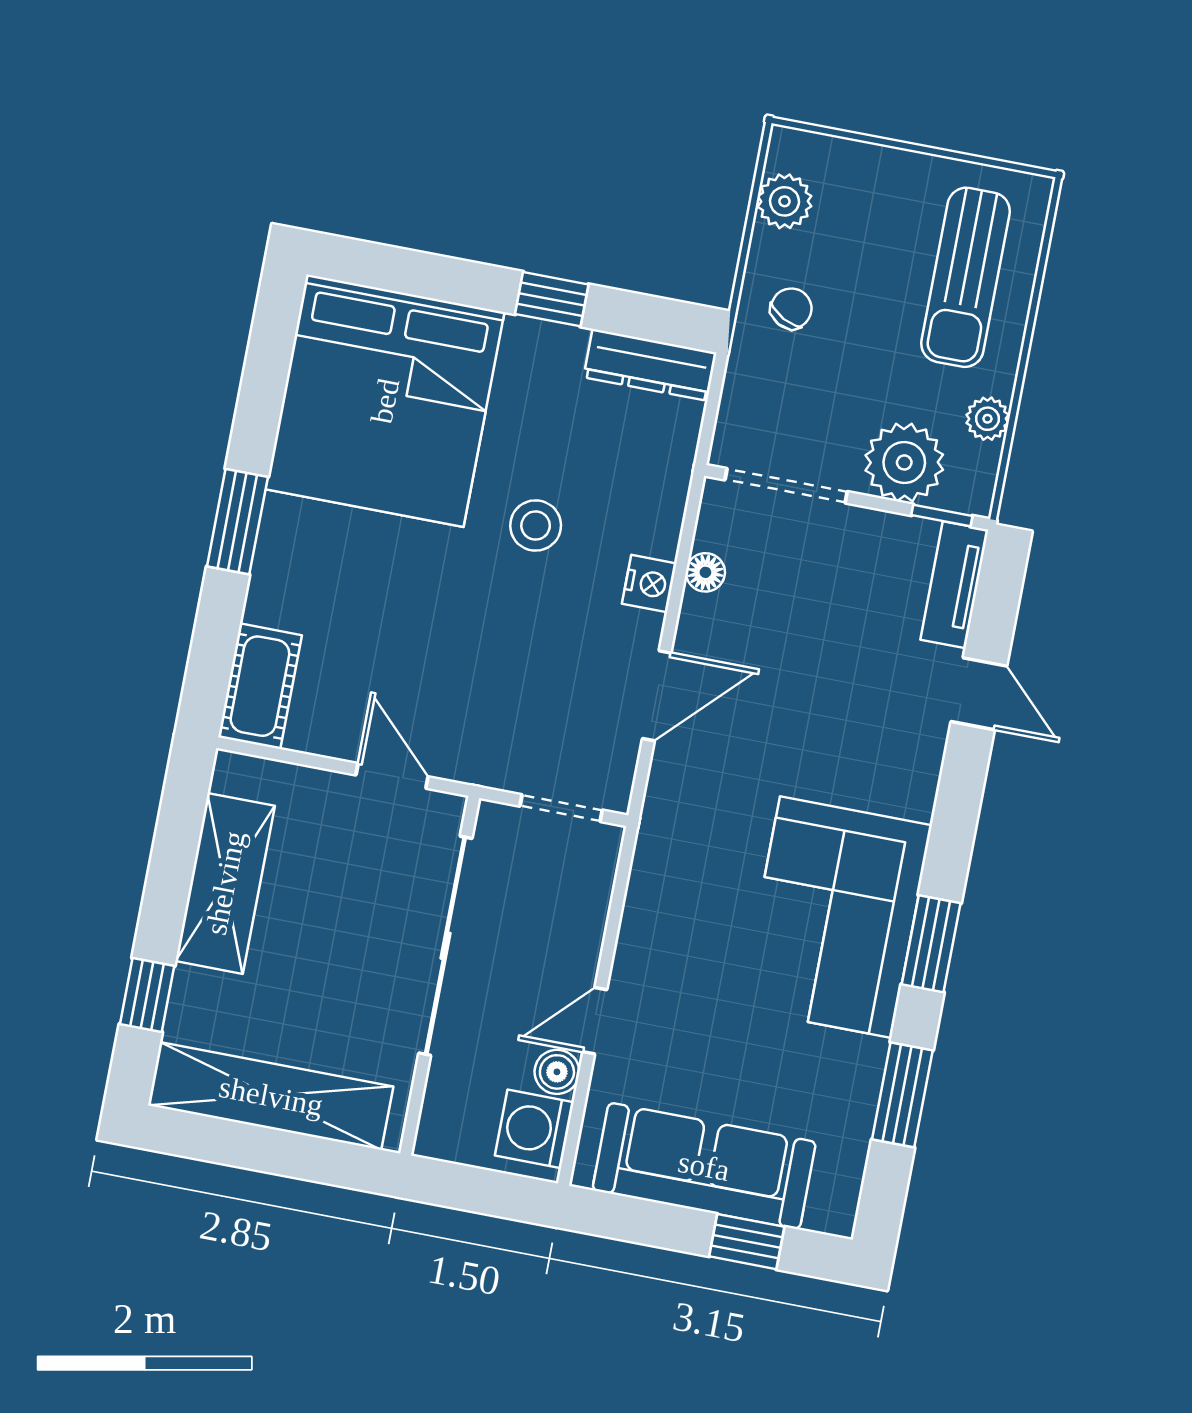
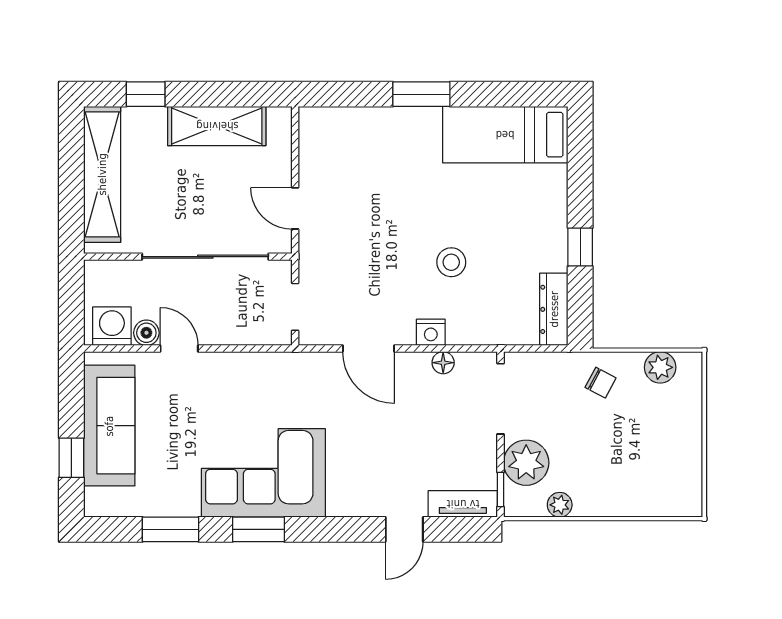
sun lounger: (966, 277) -> (637, 477), removed
bed: (385, 401) -> (505, 135), width x0.49
cot: (260, 686) -> (331, 124), removed
door: (392, 776) -> (295, 208), swing flipped

